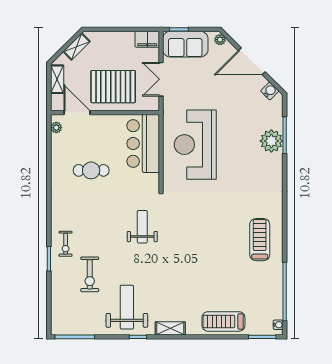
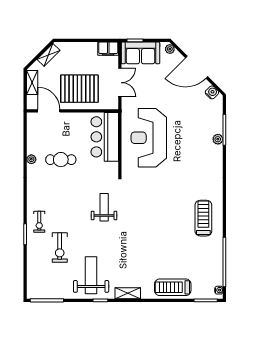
double door: (161, 79) -> (120, 83), swing flipped
plant: (56, 128) -> (31, 159), moved
plant: (271, 141) -> (218, 139), width x0.53, depth x0.53

